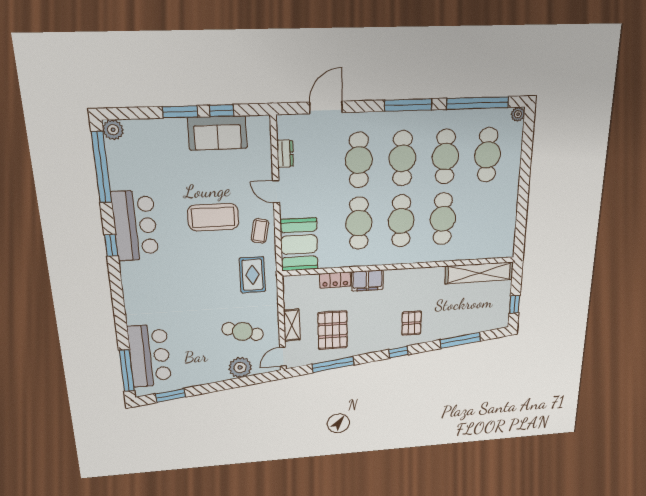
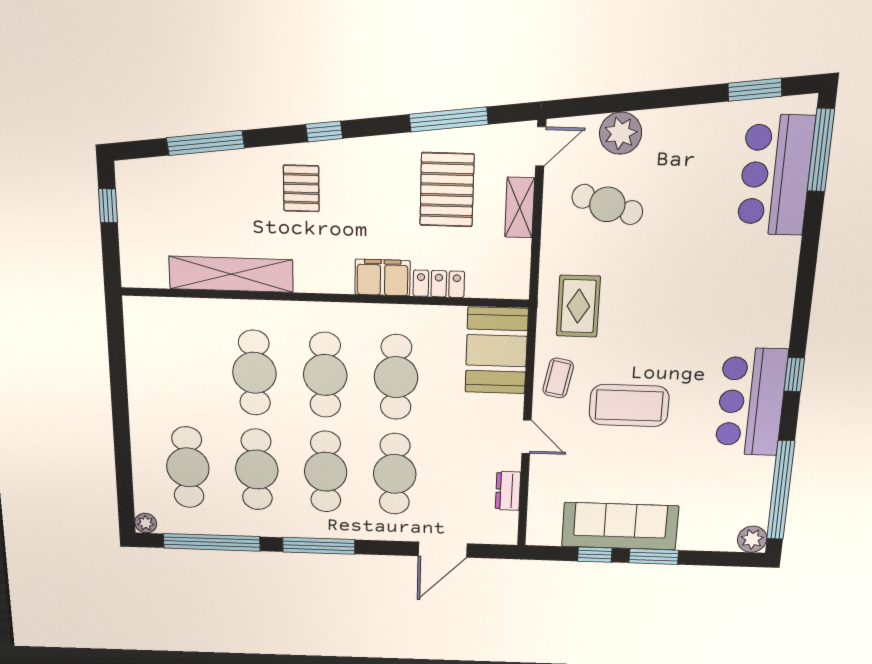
sofa: (217, 133) -> (620, 526), width x1.36
shelving: (479, 273) -> (231, 274), moved

